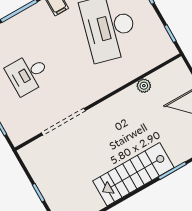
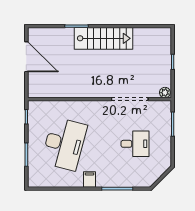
plant: (144, 86) -> (165, 93), moved

